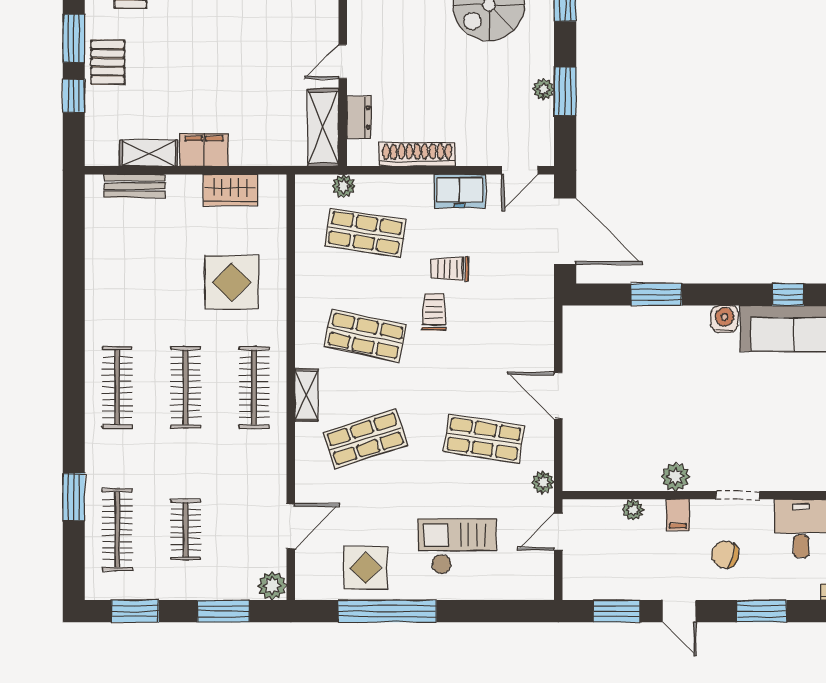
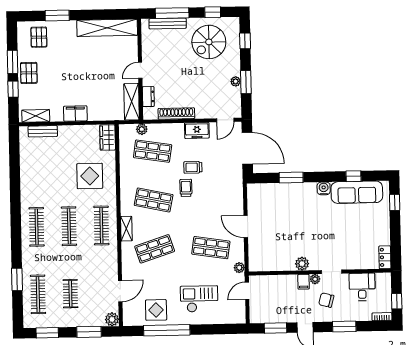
shelving: (149, 153) -> (36, 116), moved
wardrobe: (230, 190) -> (108, 138), moved, turned 90
plant: (633, 510) -> (315, 279), moved

